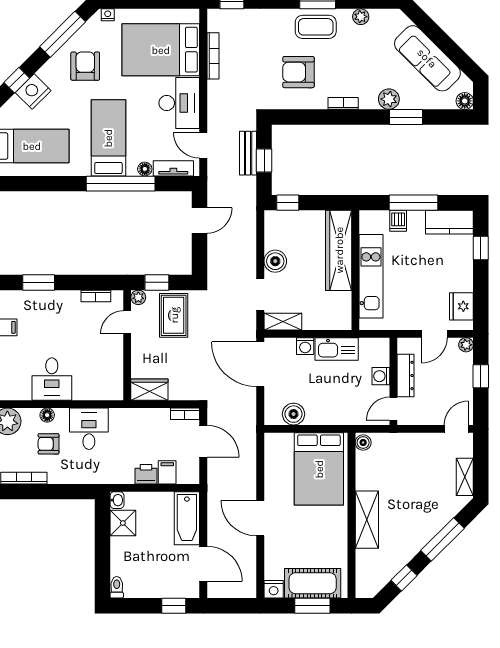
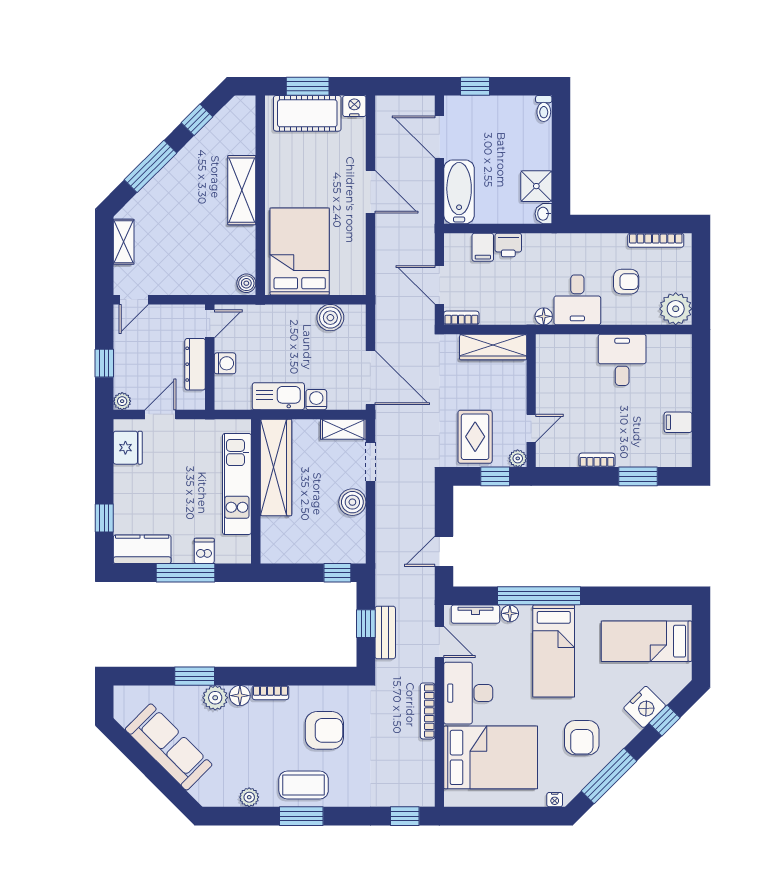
bookcase: (213, 56) -> (428, 711), moved
floor lamp: (465, 101) -> (240, 696), moved
wardrobe: (339, 250) -> (276, 468), moved
bookcase: (96, 296) -> (597, 460), moved
wardrobe: (149, 390) -> (493, 347), width x1.50
floor lamp: (47, 415) -> (544, 316), moved

